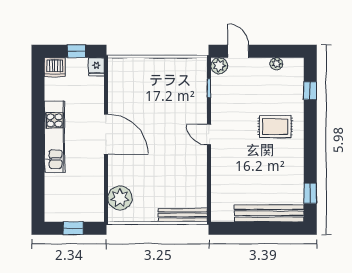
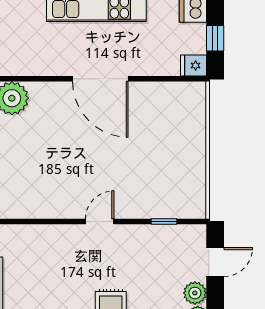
plant: (219, 66) -> (195, 293), moved
door: (106, 134) -> (100, 79), hinge flipped

